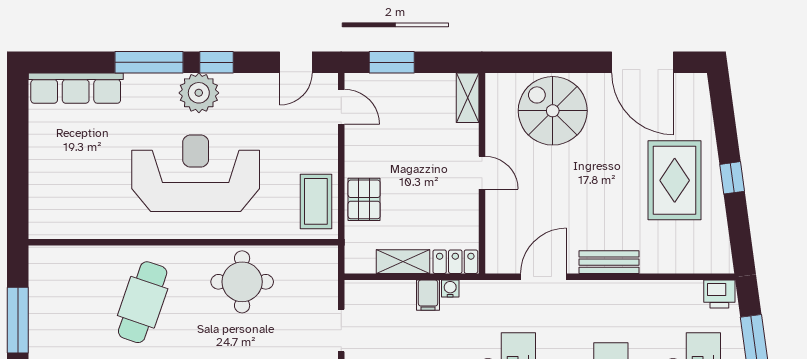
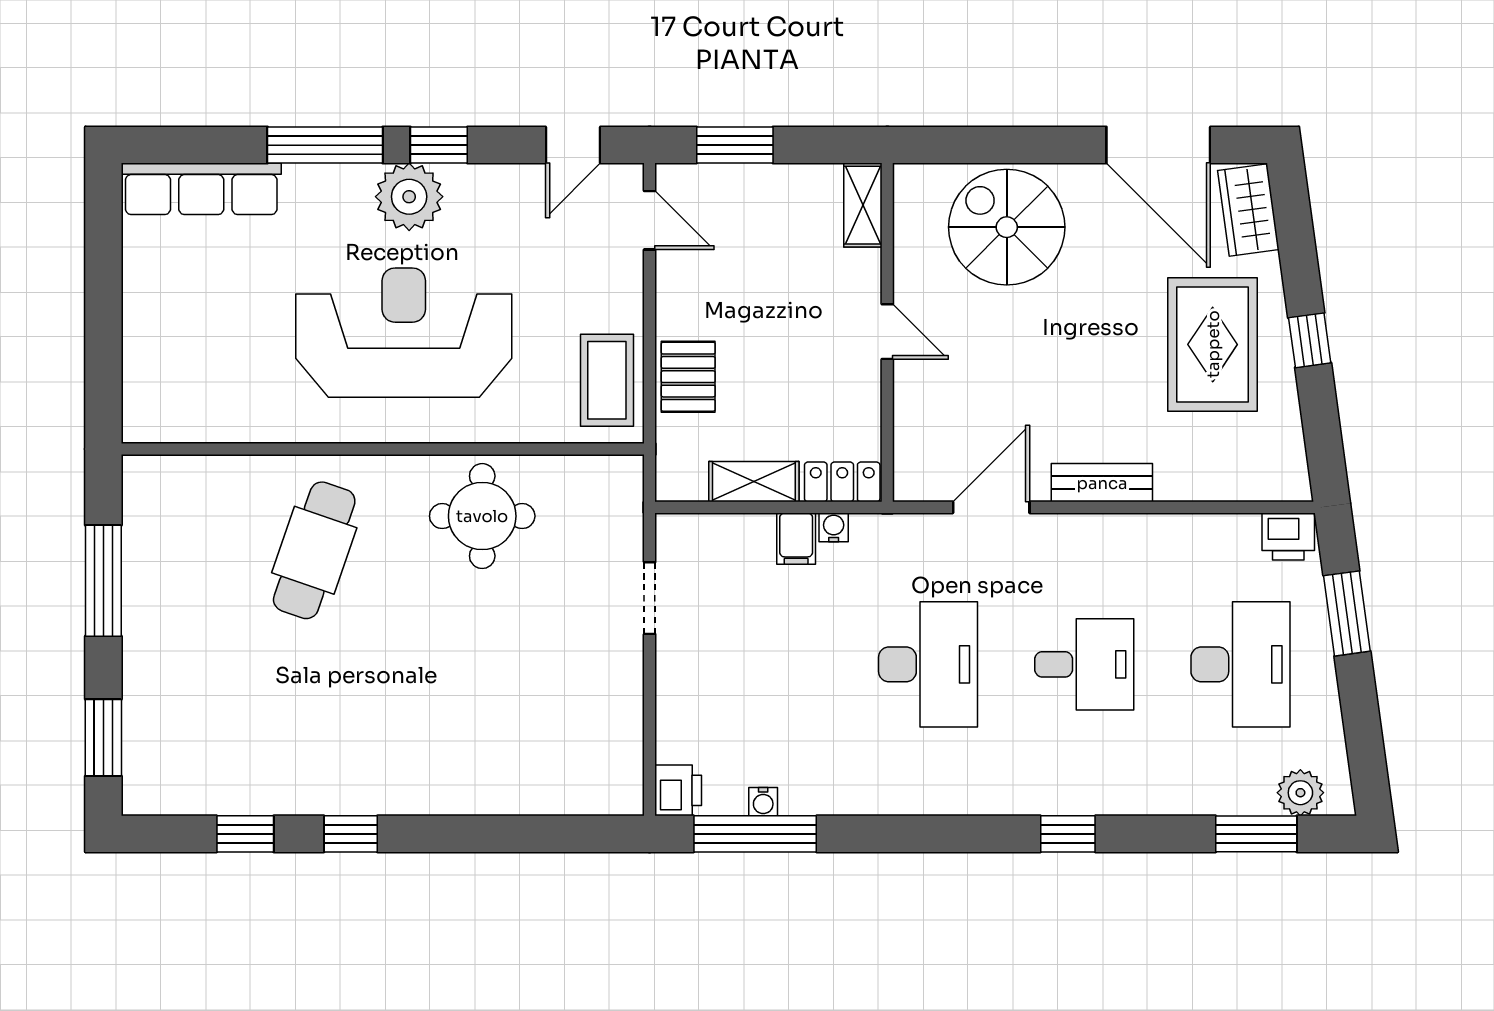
wardrobe: (696, 101) -> (1248, 210), added

